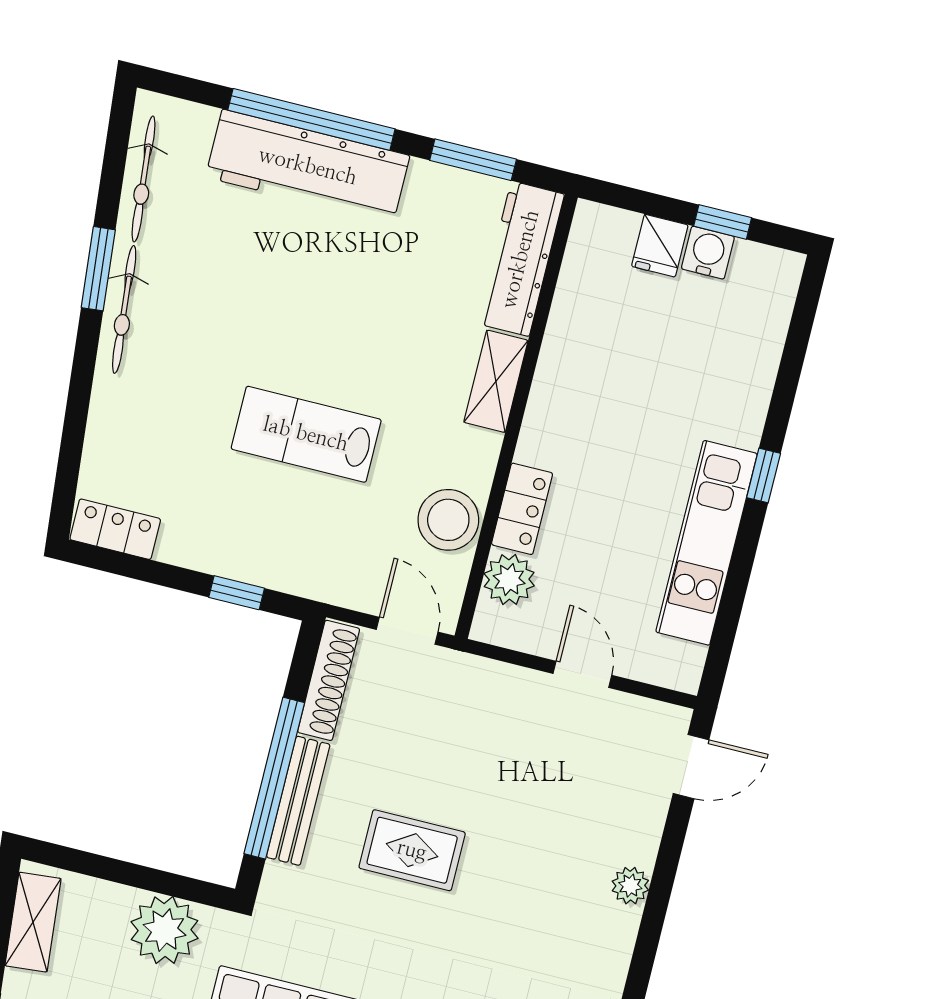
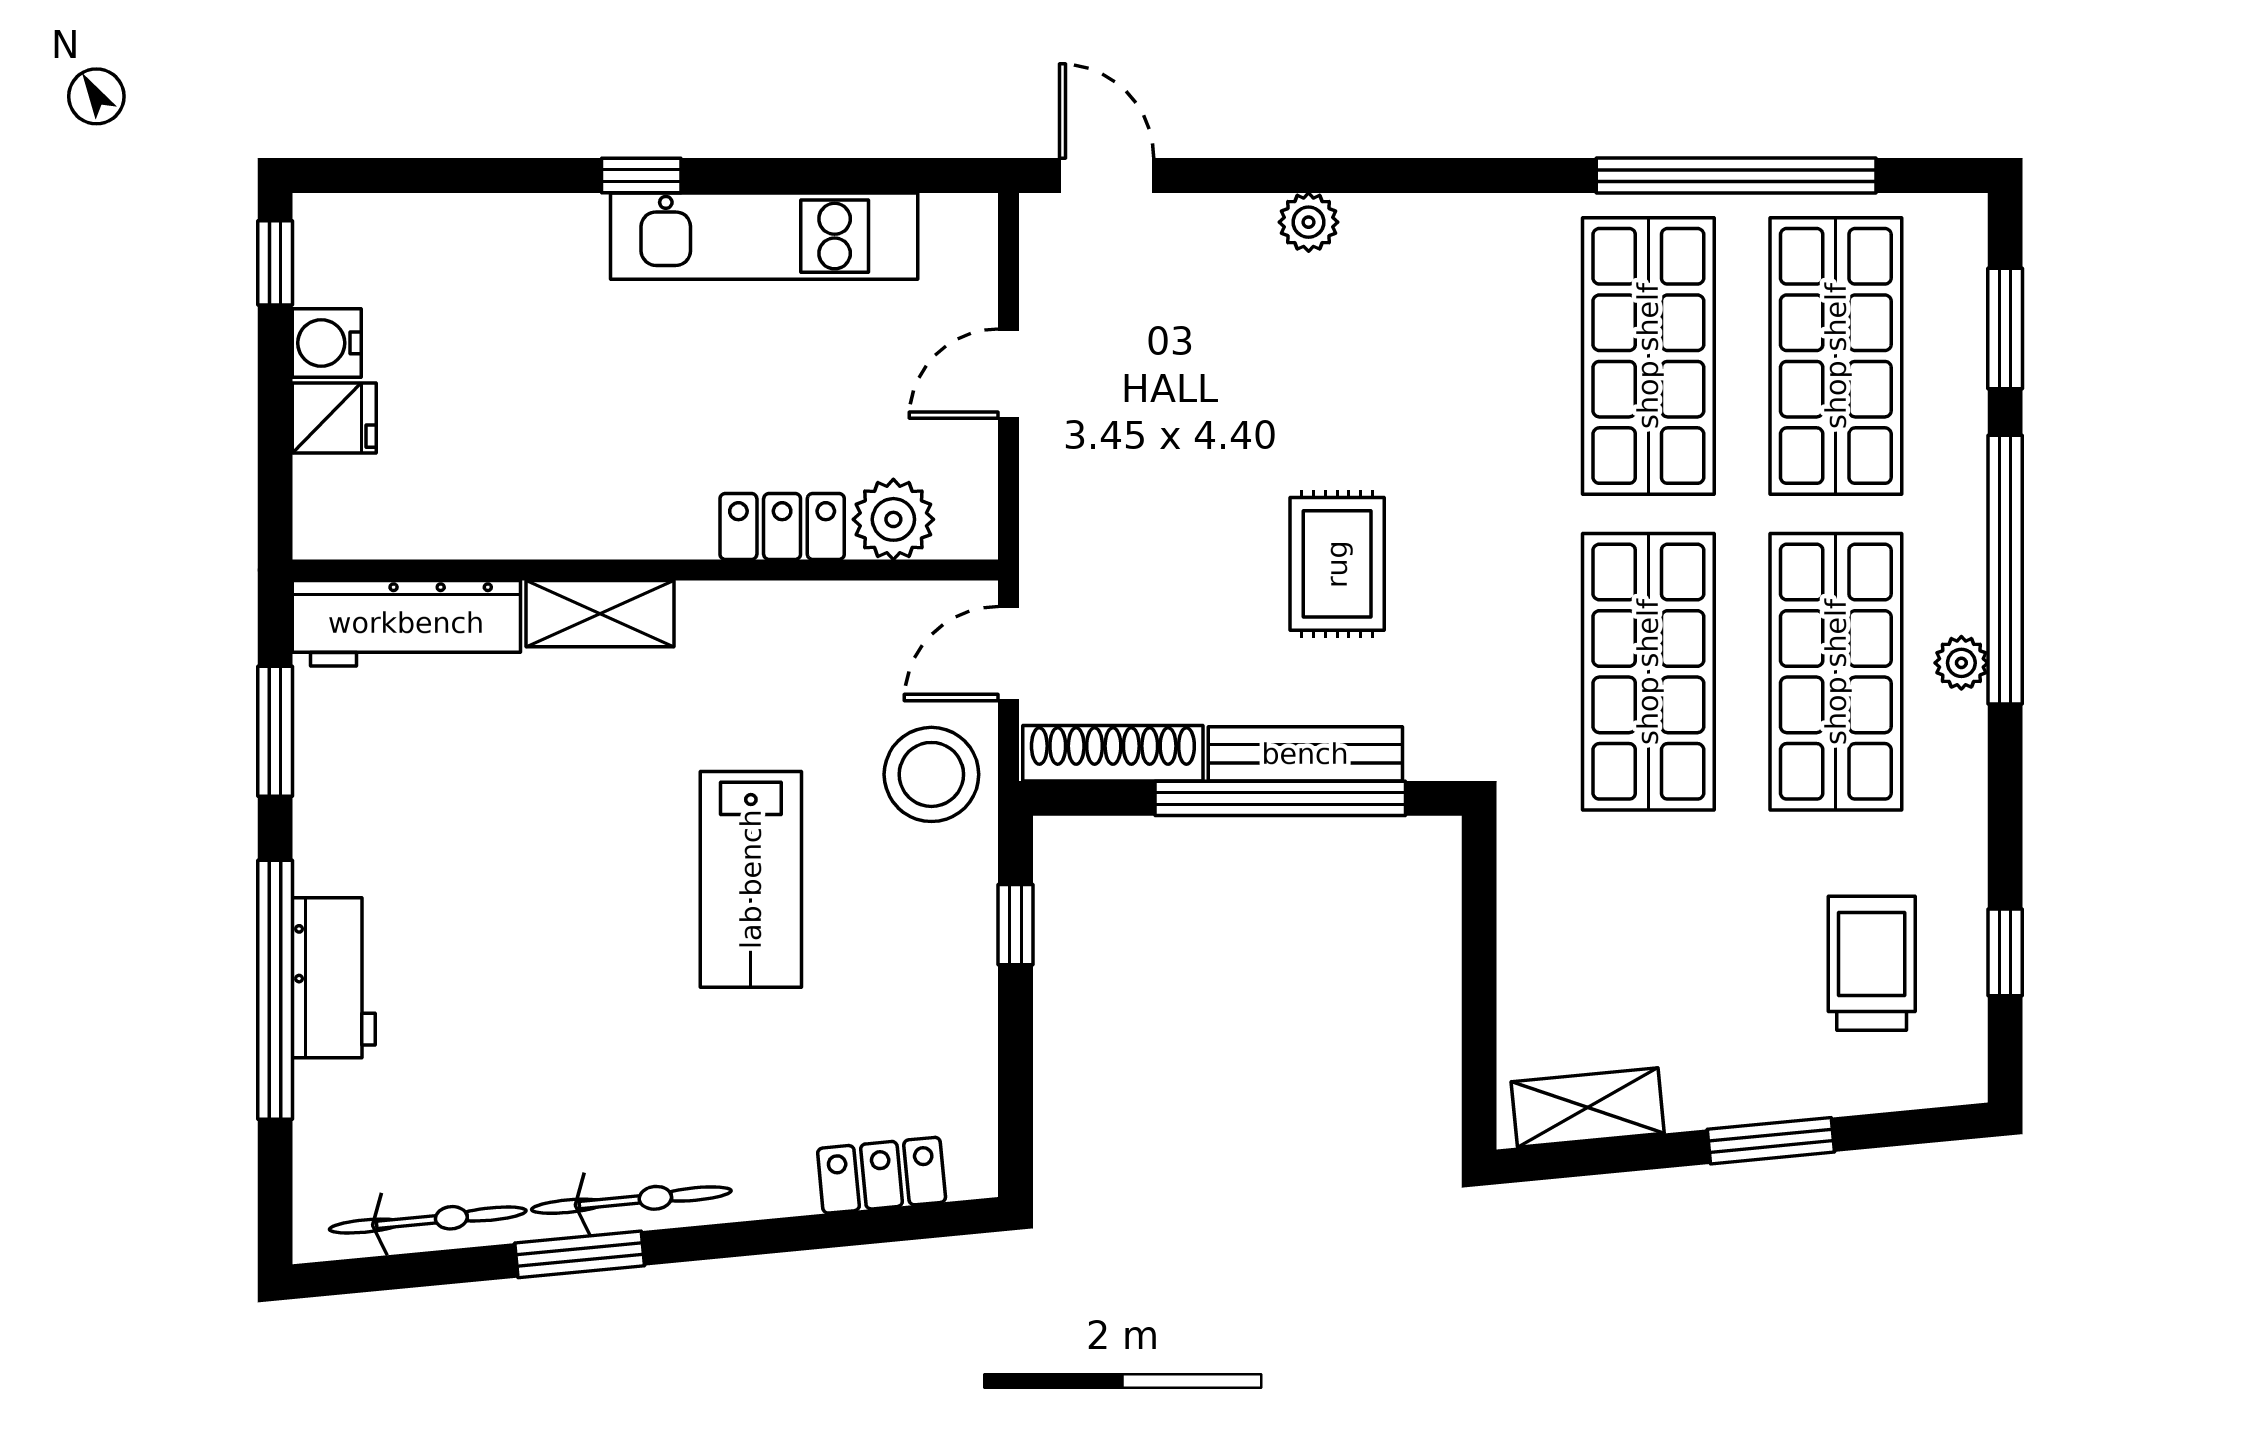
workbench: (308, 166) -> (334, 978), width x0.53, depth x0.76
window: (723, 222) -> (275, 263), moved
stool: (448, 520) -> (931, 774), moved
locker: (115, 529) -> (882, 1175), moved, turned 85
plant: (165, 930) -> (1550, 906), removed

